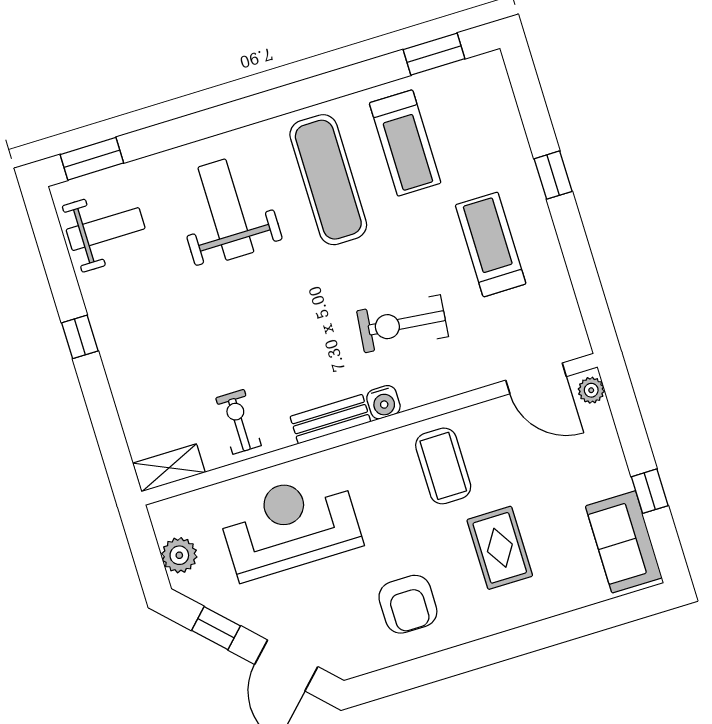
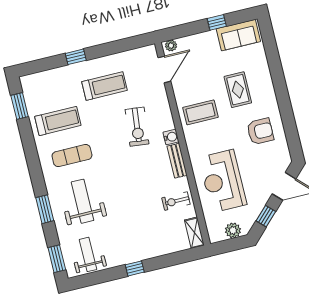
window: (203, 125) -> (45, 209), added
exercise mat: (328, 180) -> (72, 156), width x0.73, depth x0.69
weight bench: (226, 210) -> (83, 201), turned 90
treadmill: (491, 244) -> (105, 86), turned 180
rug: (500, 548) -> (238, 90), turned 90

